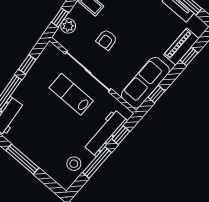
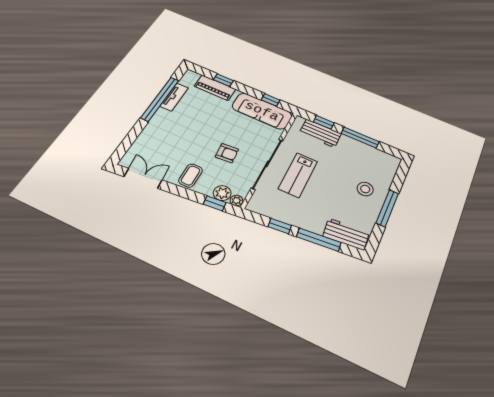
plant: (59, 36) -> (236, 200), added
workbench: (105, 133) -> (320, 133), width x0.73
stool: (74, 164) -> (365, 189), moved

